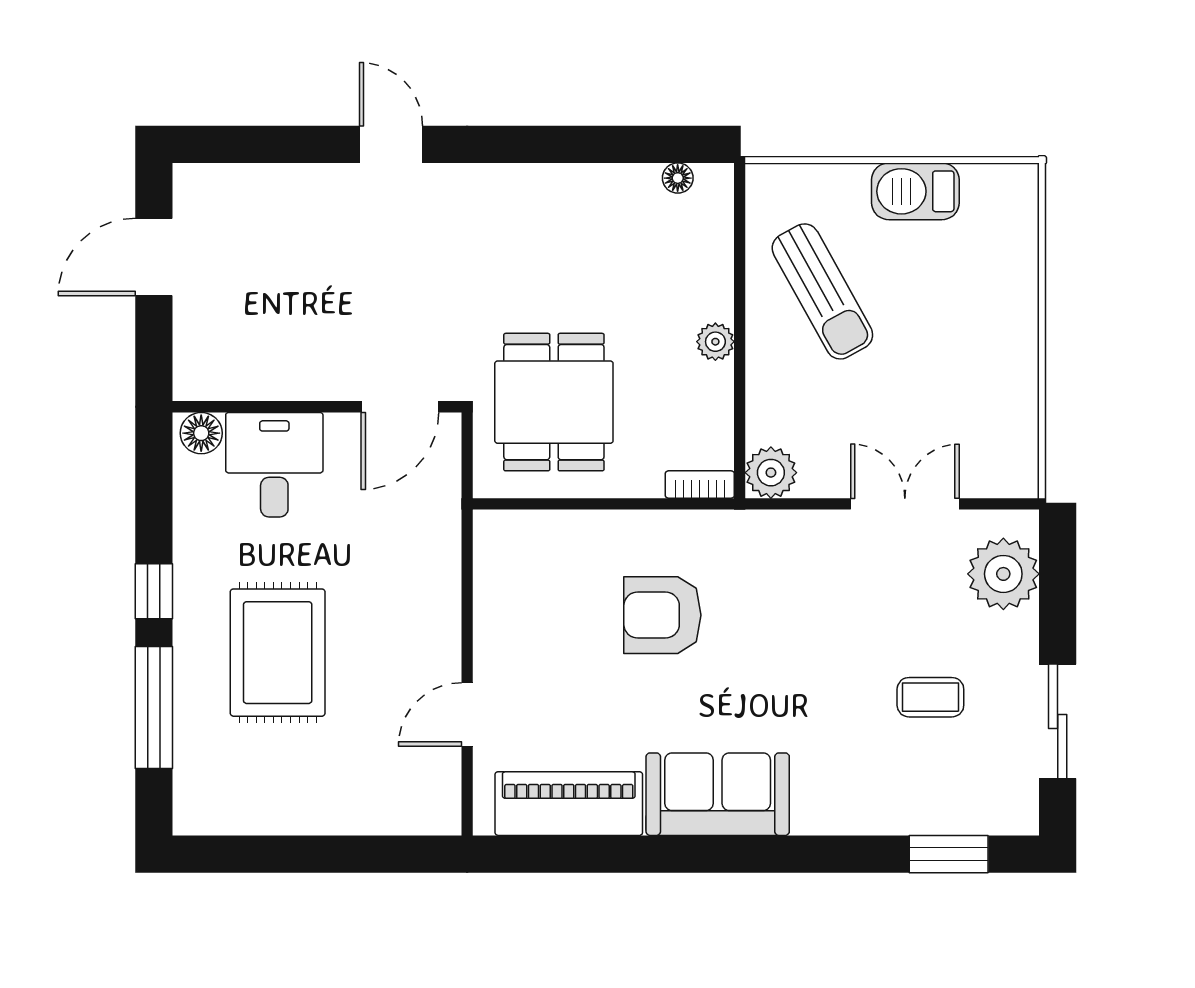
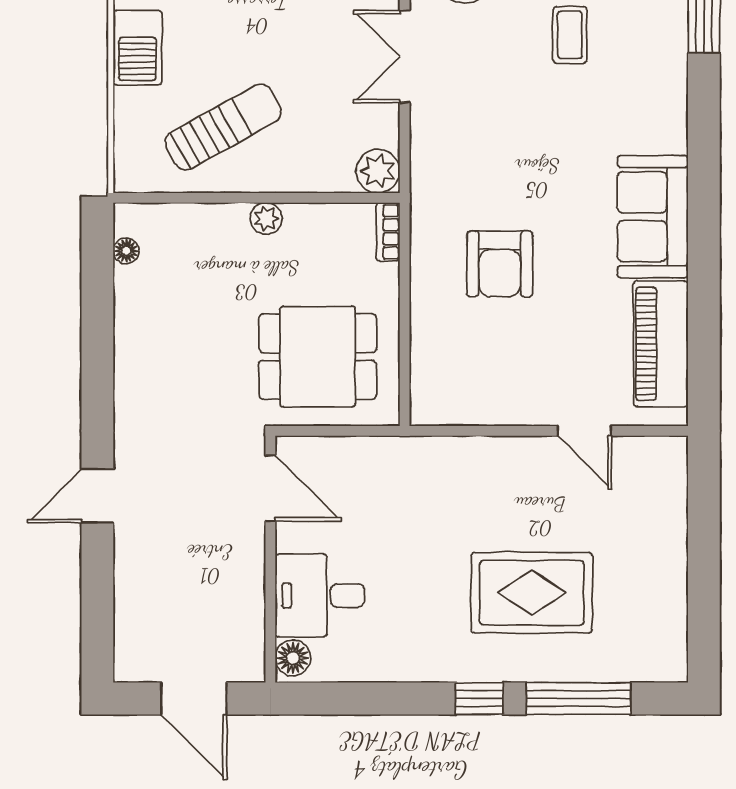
wall: (317, 407) -> (270, 559), moved
door: (400, 407) -> (270, 488), moved
floor lamp: (201, 433) -> (293, 658), moved
desk: (274, 465) -> (320, 596), moved

